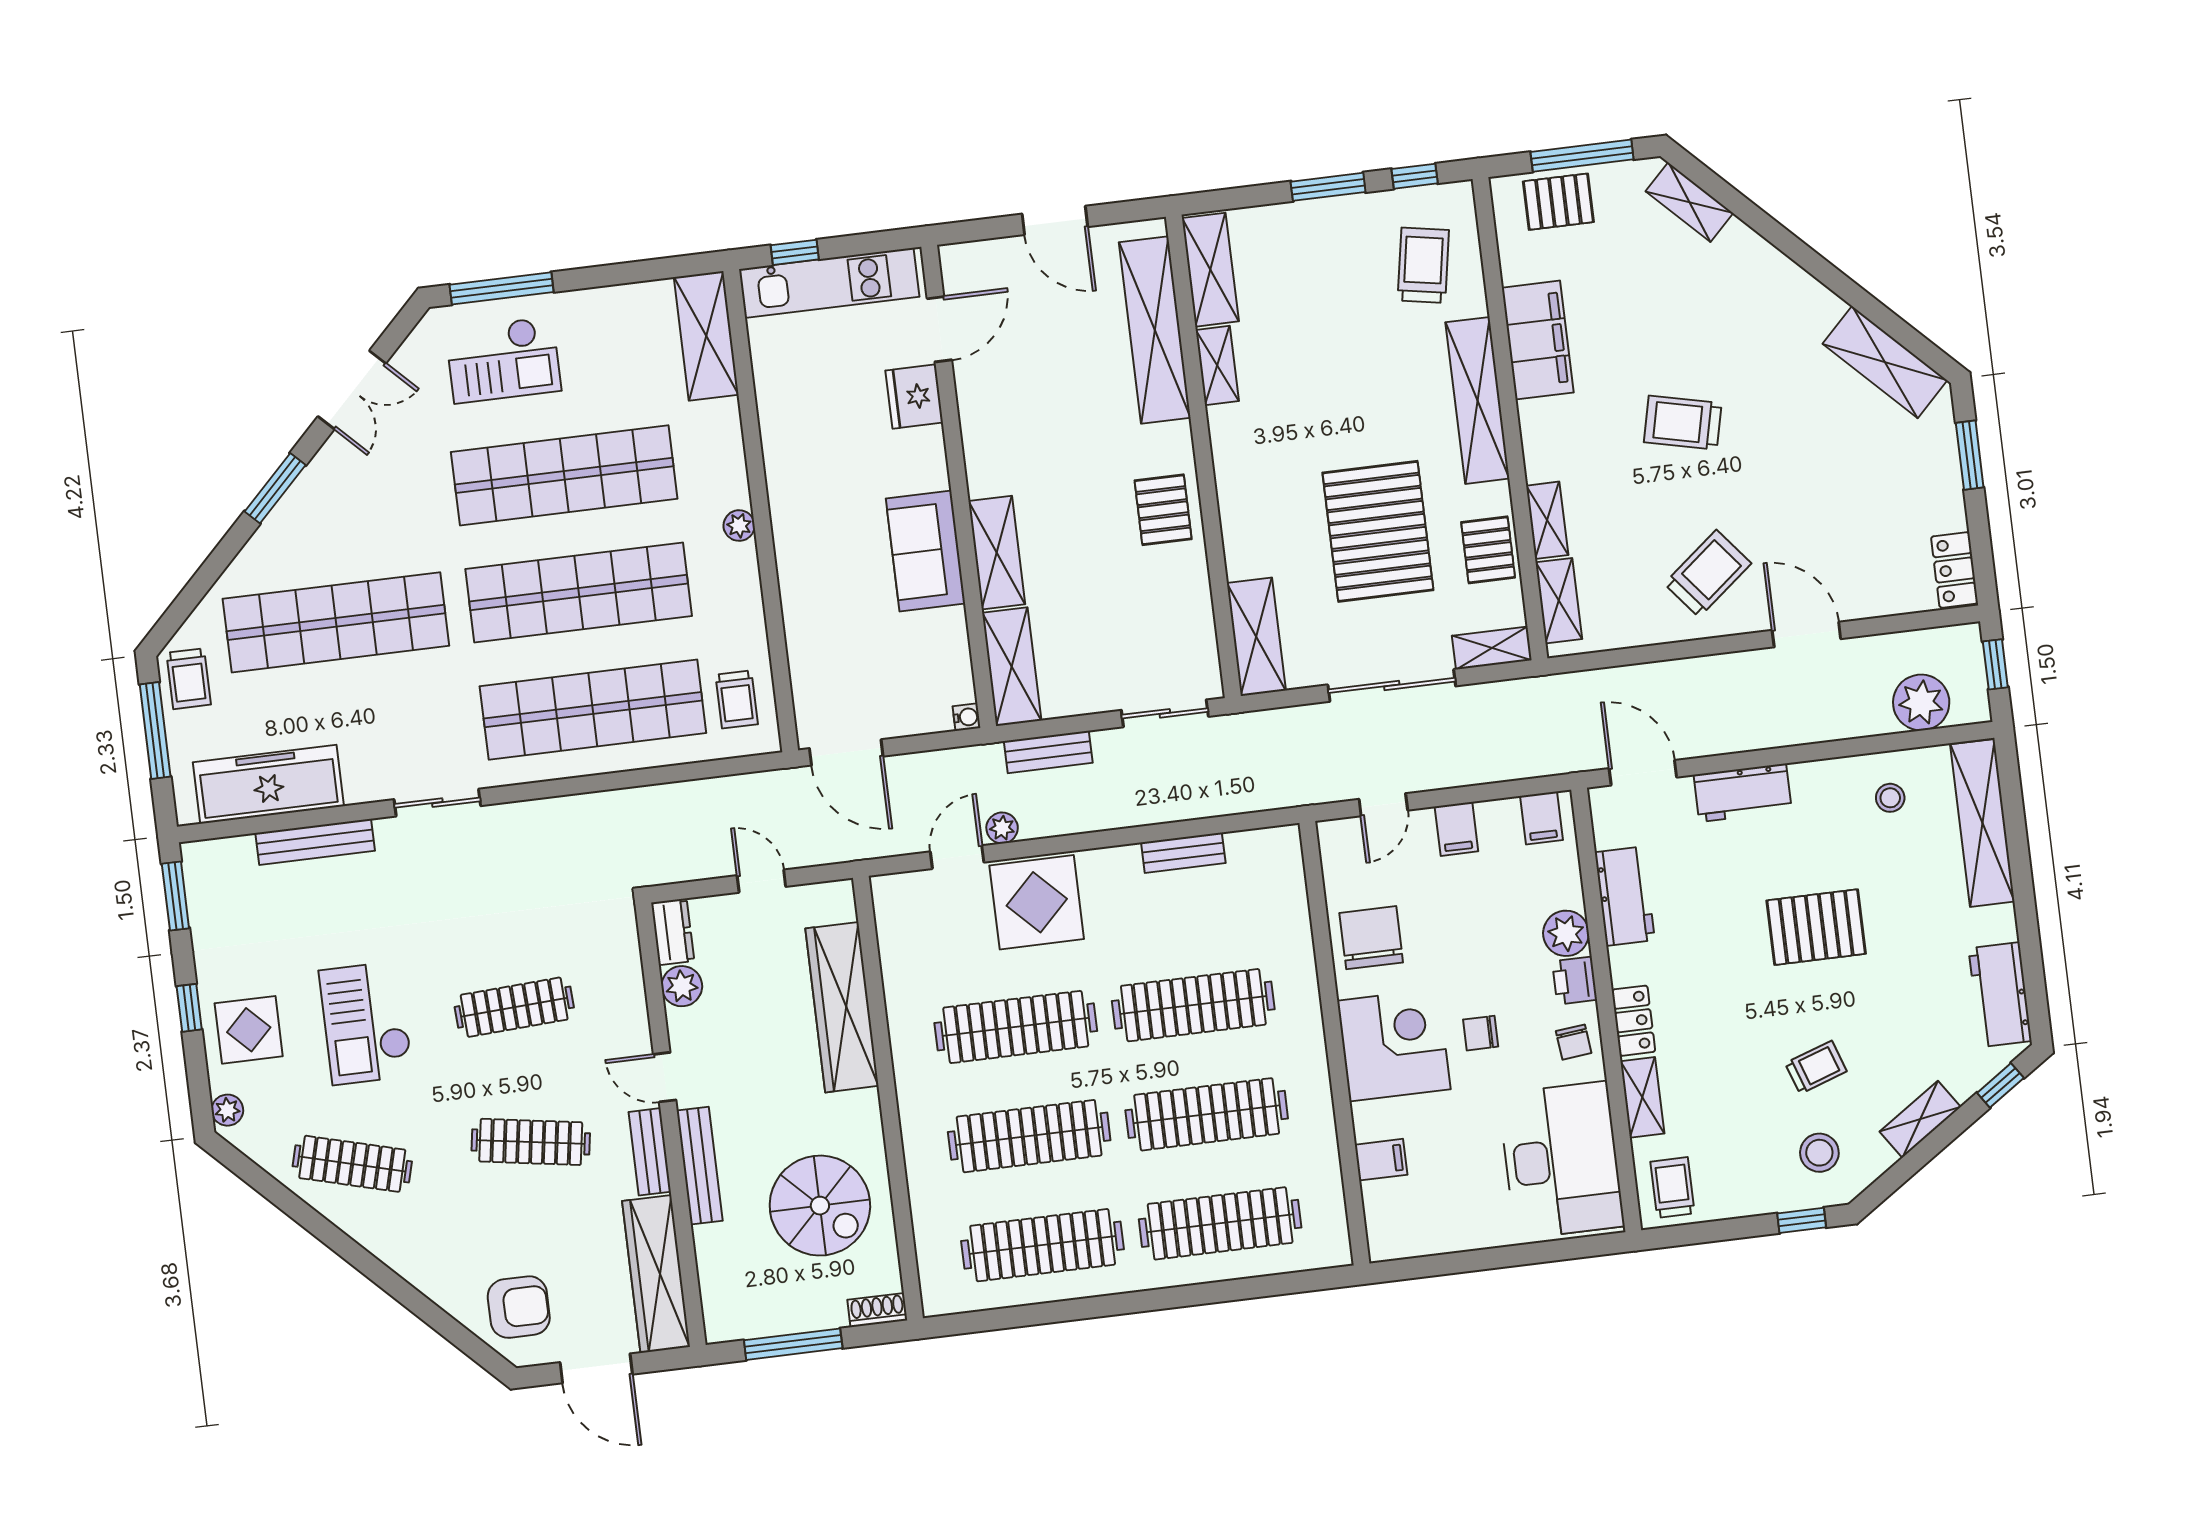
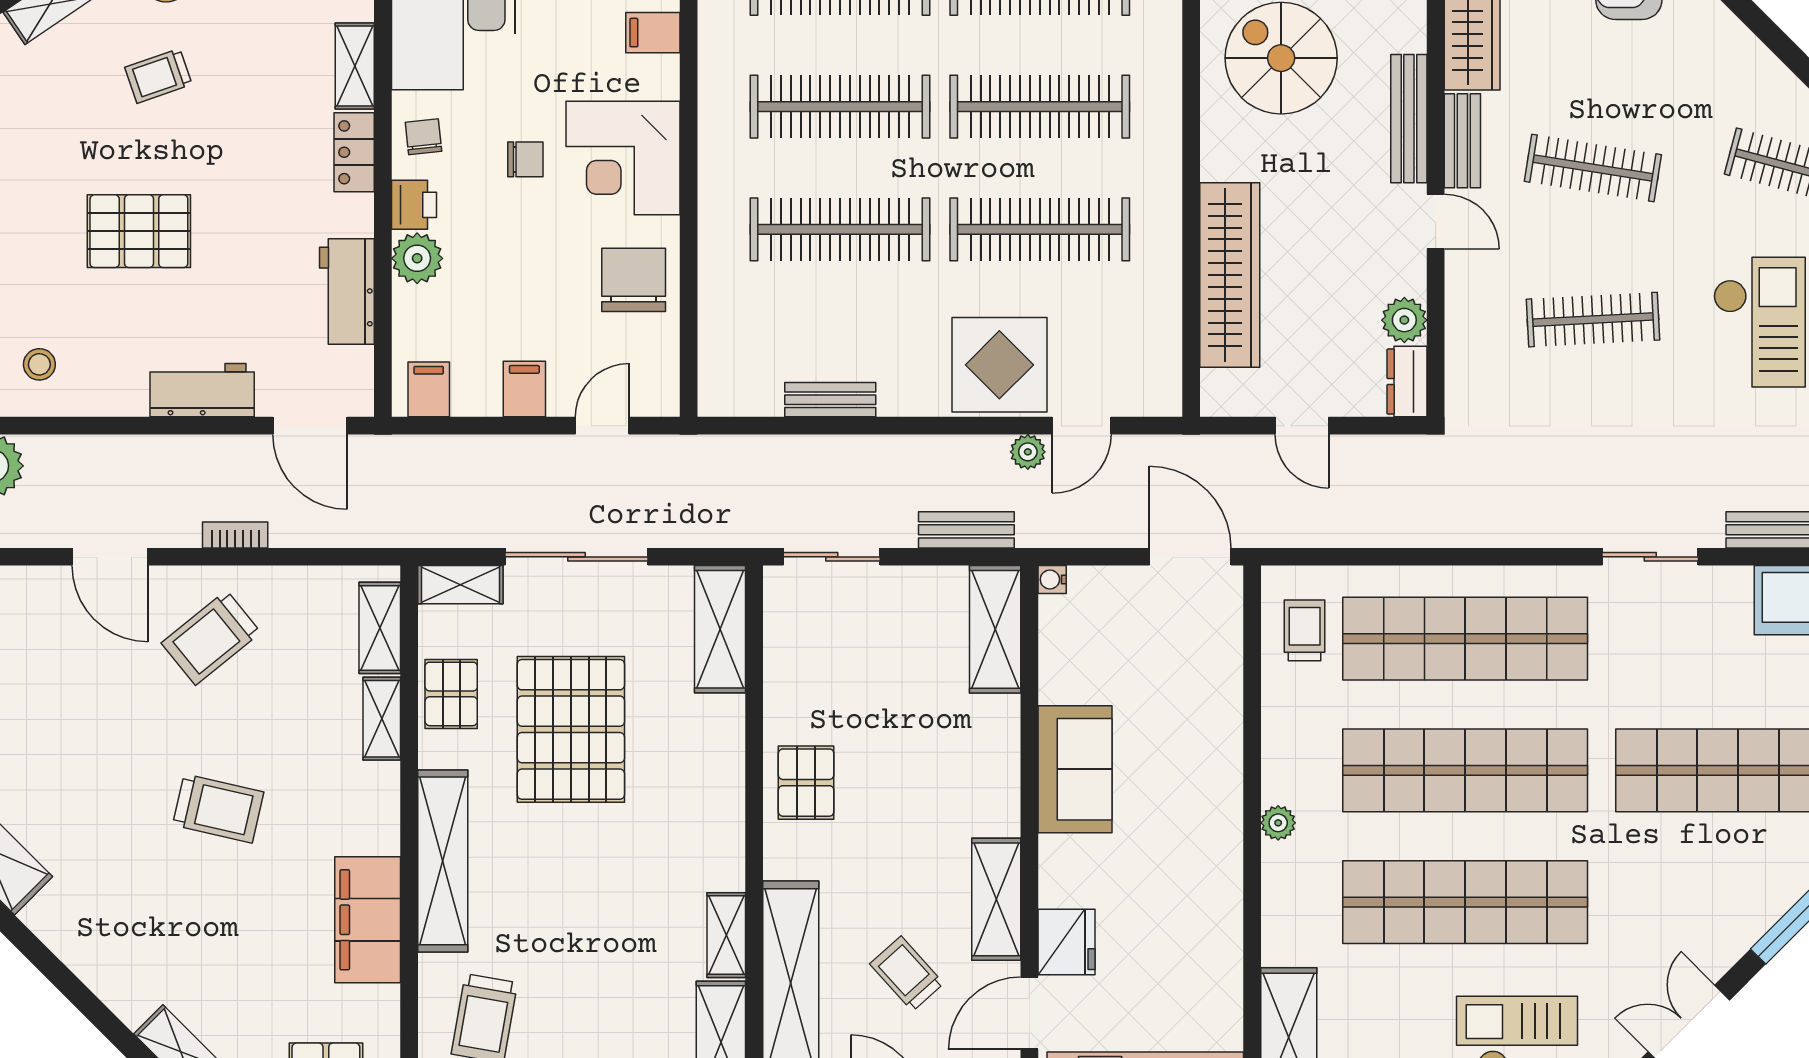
trolley: (1053, 351) -> (907, 974), added
shelving: (997, 553) -> (996, 899), moved
bookcase: (1697, 668) -> (235, 535), added
chair: (1371, 938) -> (634, 280), turned 180

